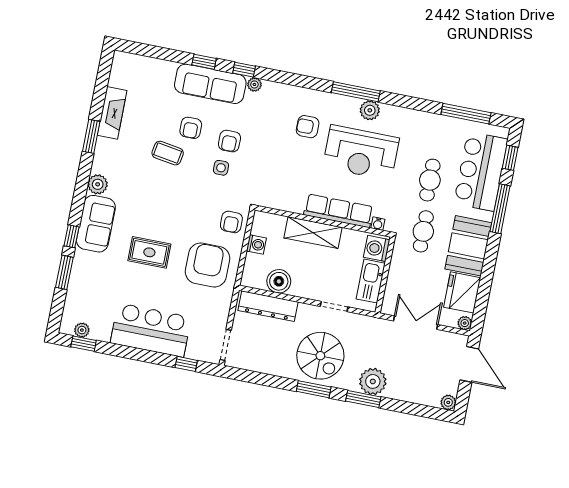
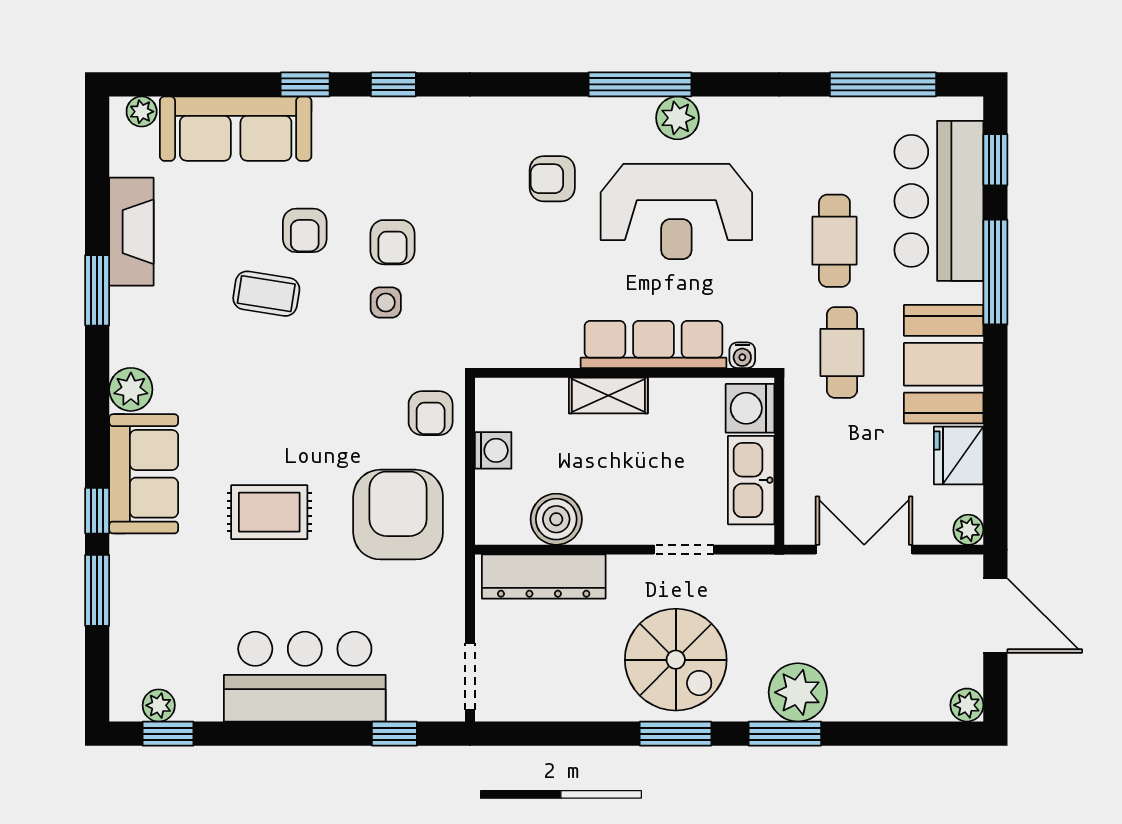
sofa: (210, 84) -> (236, 129), moved
plant: (254, 84) -> (142, 112), moved
shelving: (313, 233) -> (608, 395), width x0.67, depth x0.75
fridge: (462, 292) -> (959, 455), width x0.73, depth x0.75

